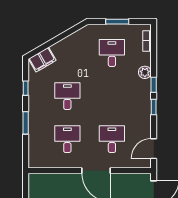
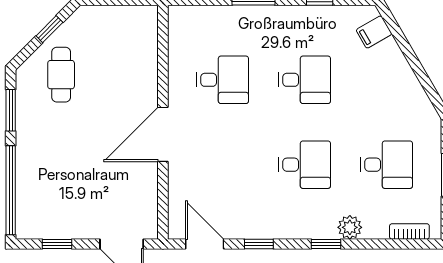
filing cabinet: (42, 60) -> (374, 32), width x0.50
window: (154, 107) -> (259, 244), moved
desk: (112, 139) -> (305, 165), moved

